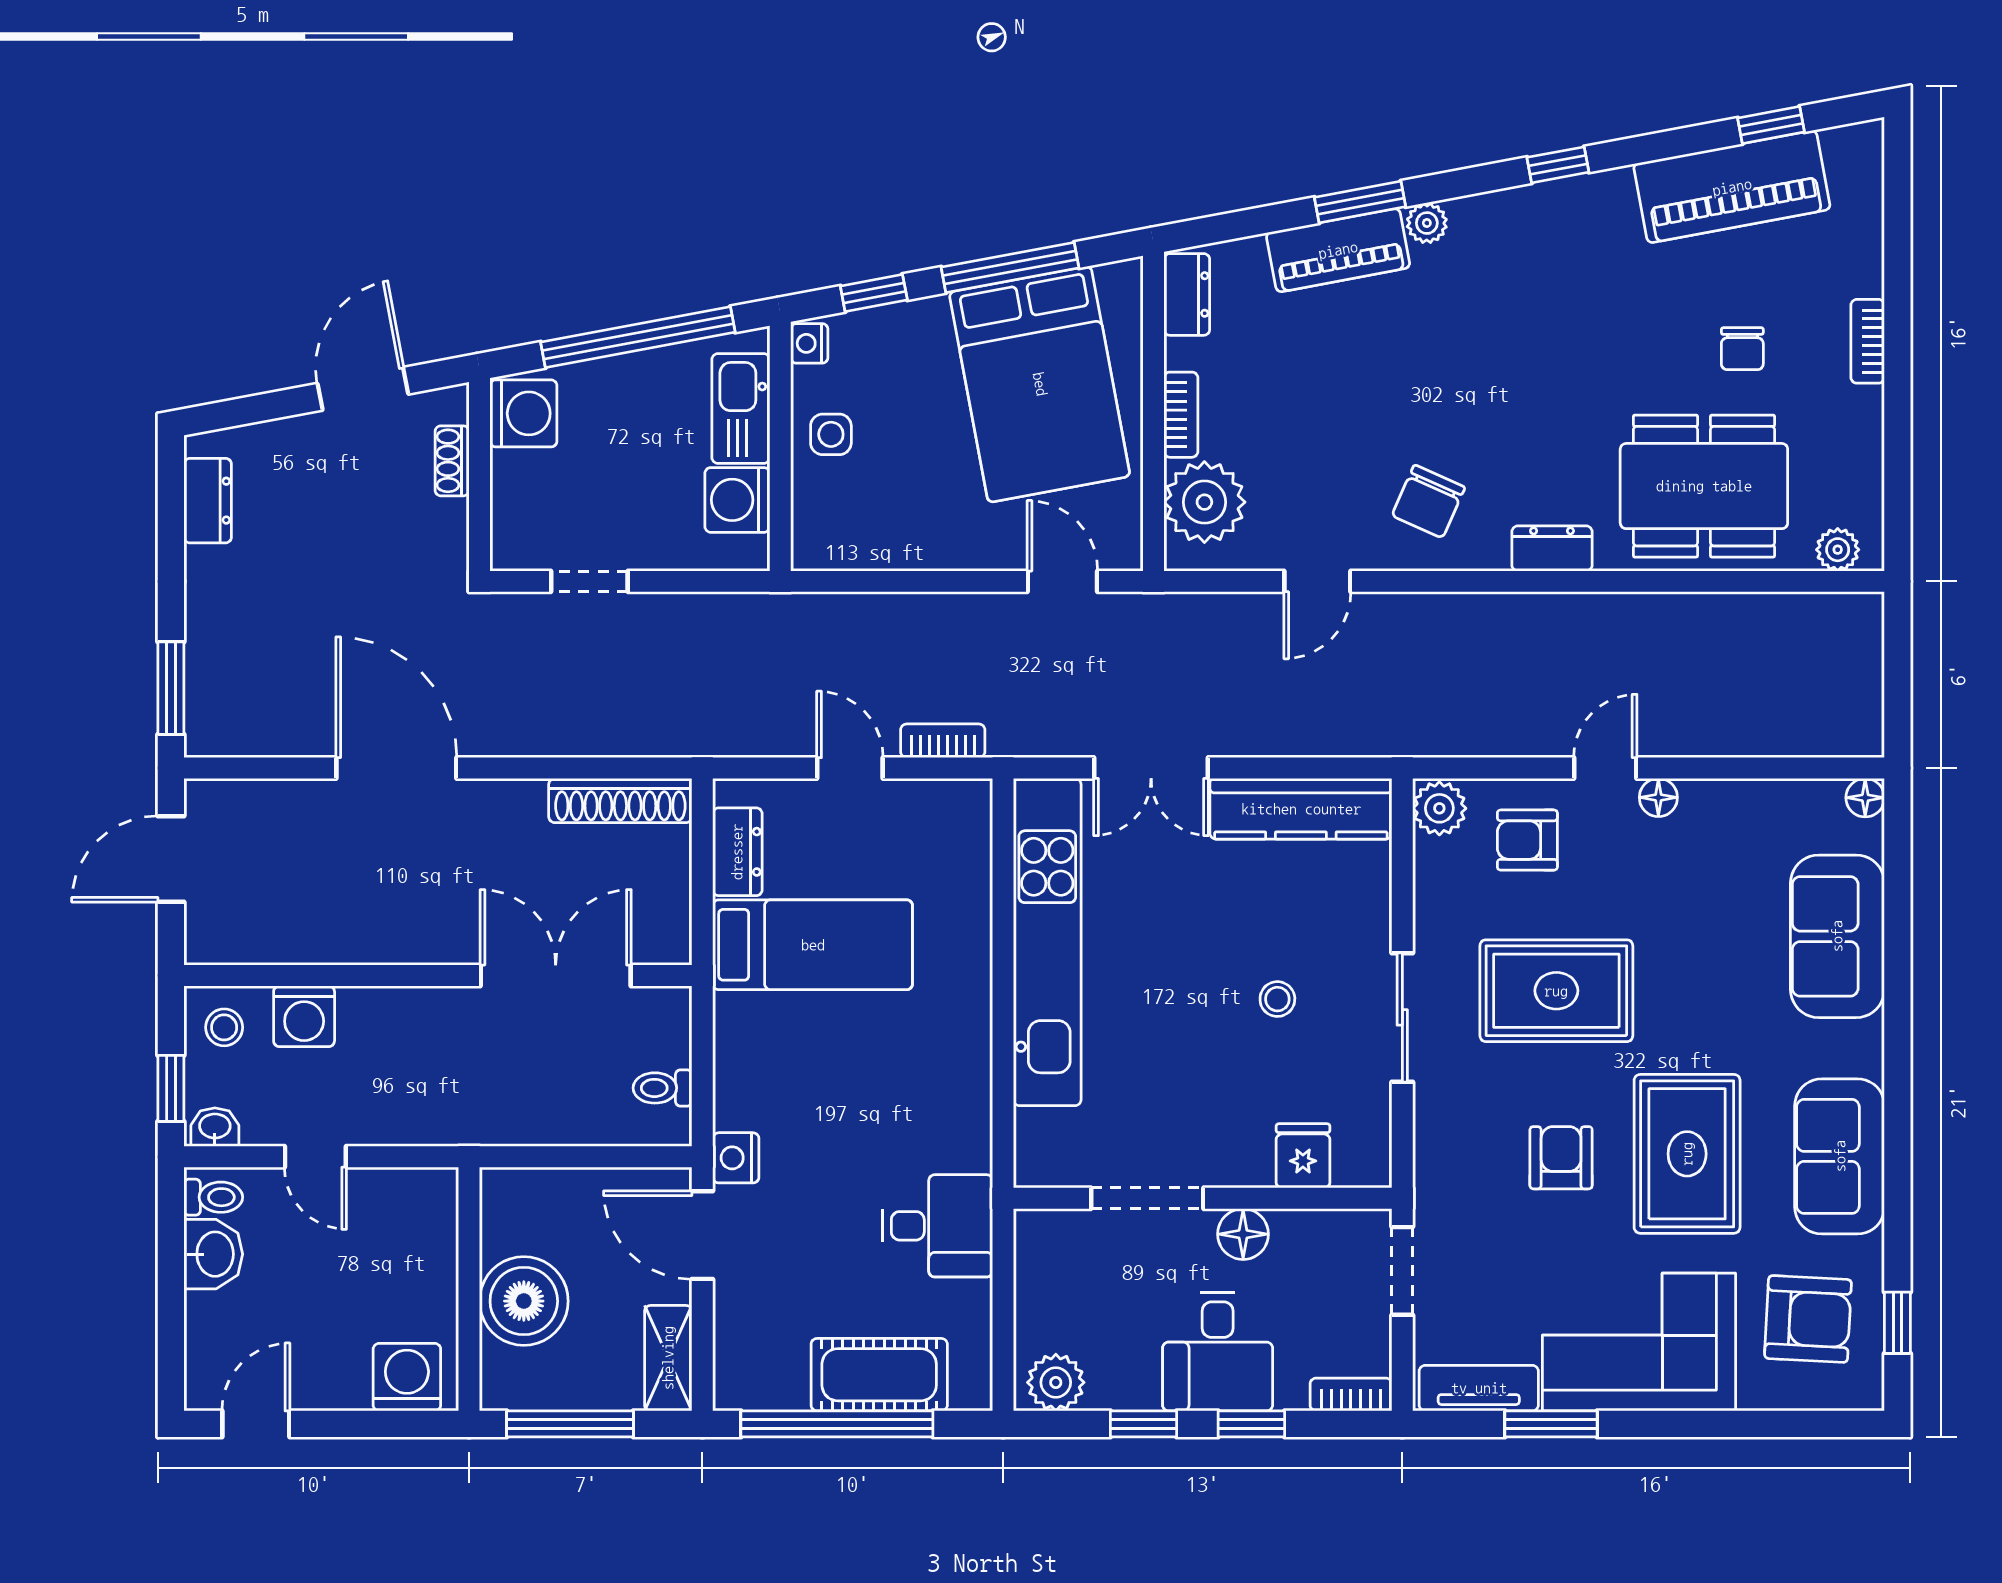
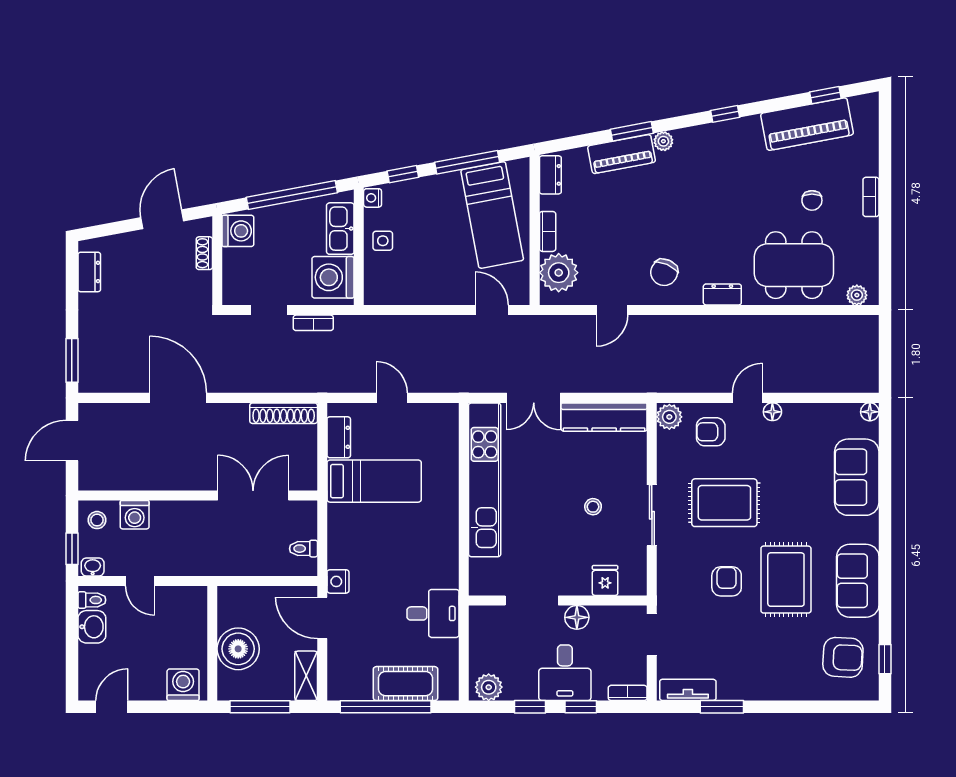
bed: (1040, 384) -> (492, 215), width x0.67
washing machine: (737, 500) -> (333, 277), width x1.37, depth x1.37
bookcase: (943, 741) -> (313, 323), moved, turned 180
corner sofa: (1639, 1342) -> (763, 668), removed

